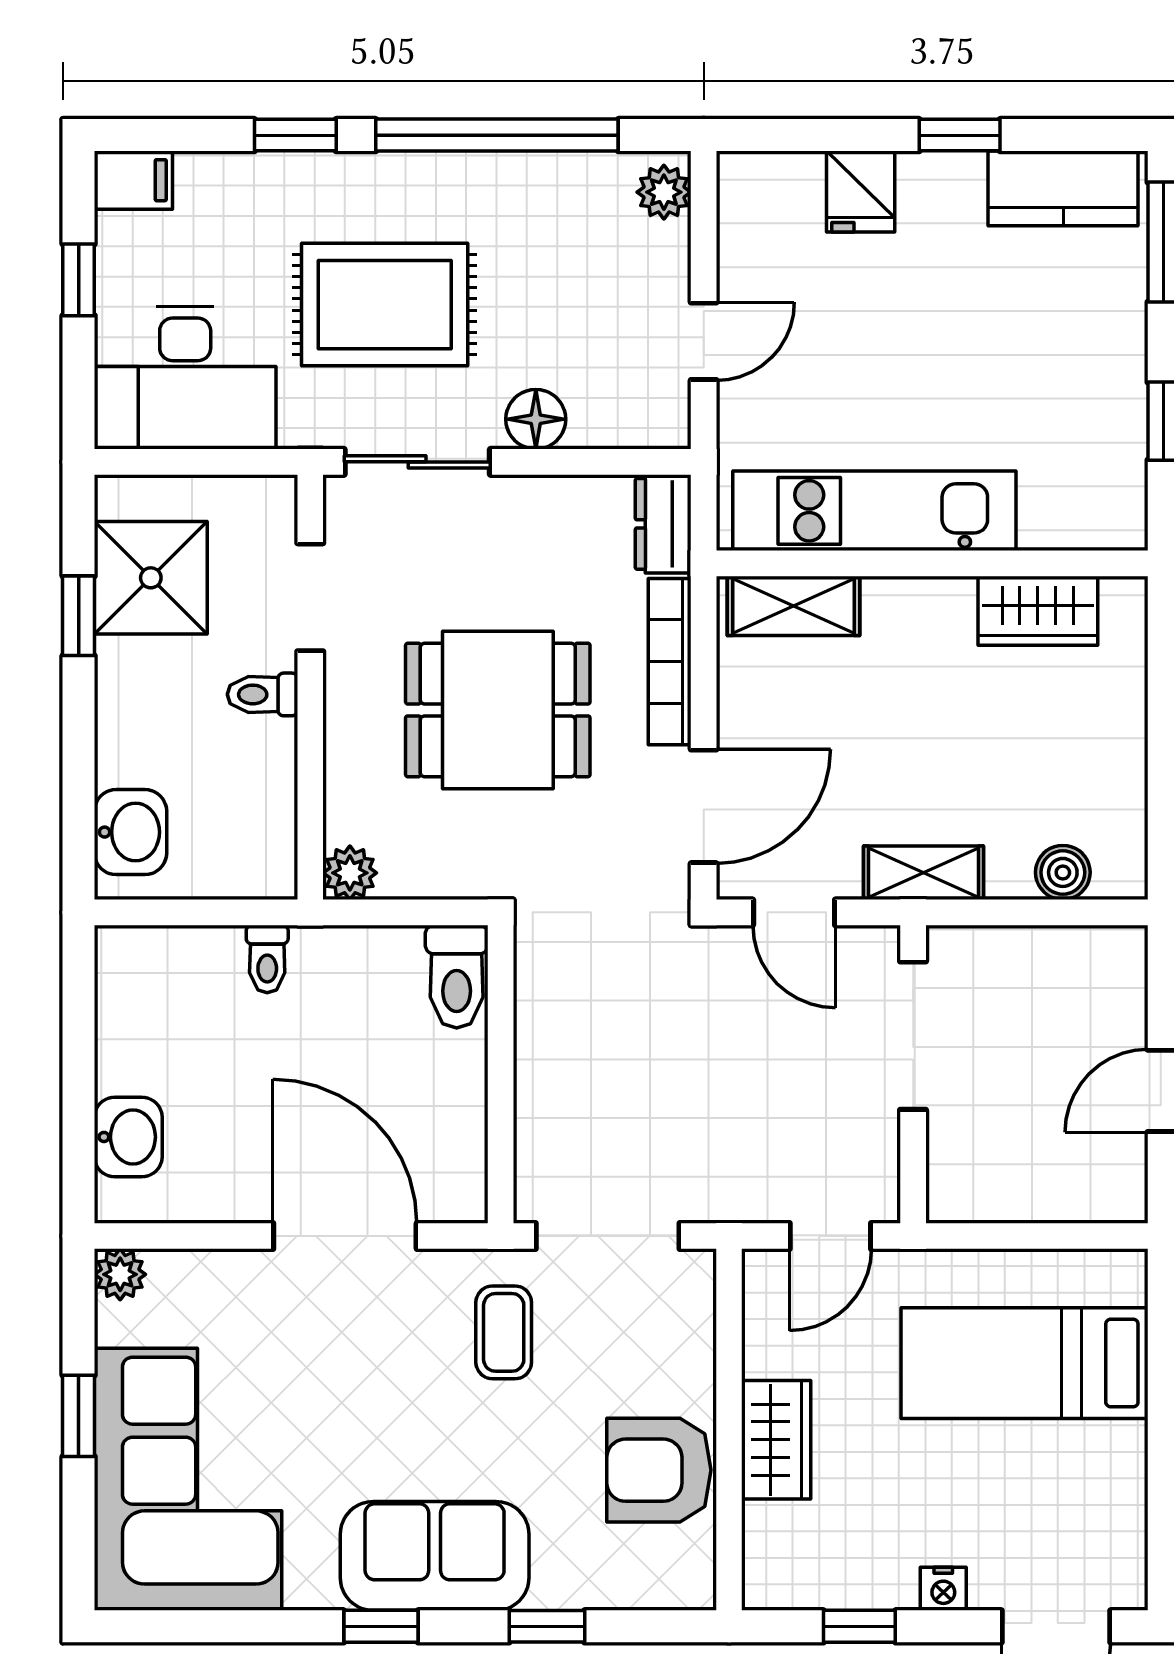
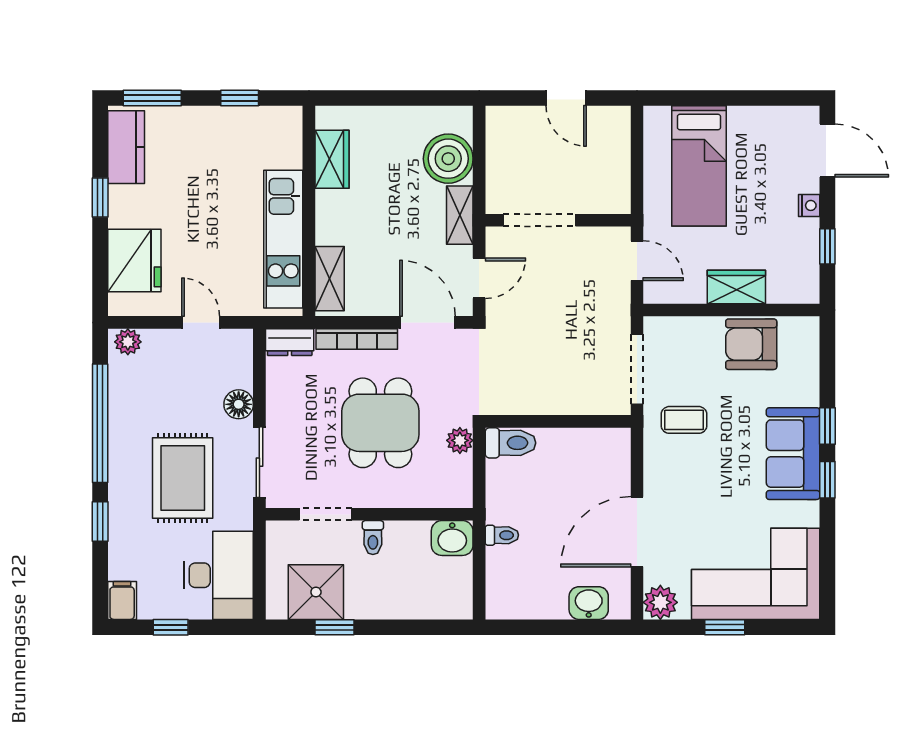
fridge: (861, 192) -> (134, 261), width x1.88, depth x1.34
washbasin: (130, 832) -> (452, 538), moved, turned 180
boiler: (1063, 872) -> (448, 159), width x1.86, depth x1.86
plant: (350, 873) -> (460, 440), moved
door: (345, 1236) -> (637, 532), moved
plant: (120, 1274) -> (660, 602), width x1.38, depth x1.38
armchair: (659, 1470) -> (751, 344), turned 90
window: (547, 1626) -> (827, 426), moved

